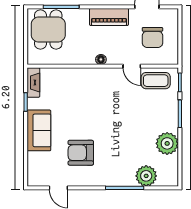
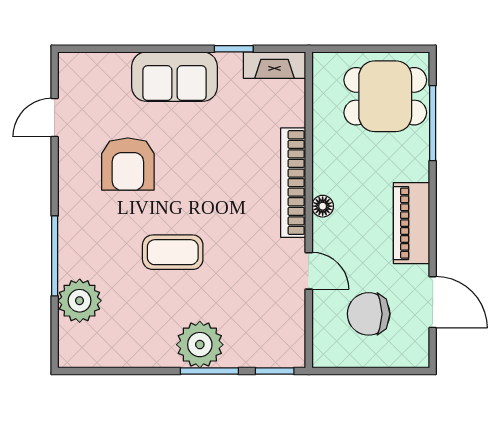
door: (132, 66) -> (309, 271), swing flipped
bookcase: (90, 74) -> (293, 183), added
coffee table: (156, 81) -> (173, 252), moved, turned 90
plant: (167, 143) -> (200, 345), moved
armchair: (81, 153) -> (128, 164), turned 180

